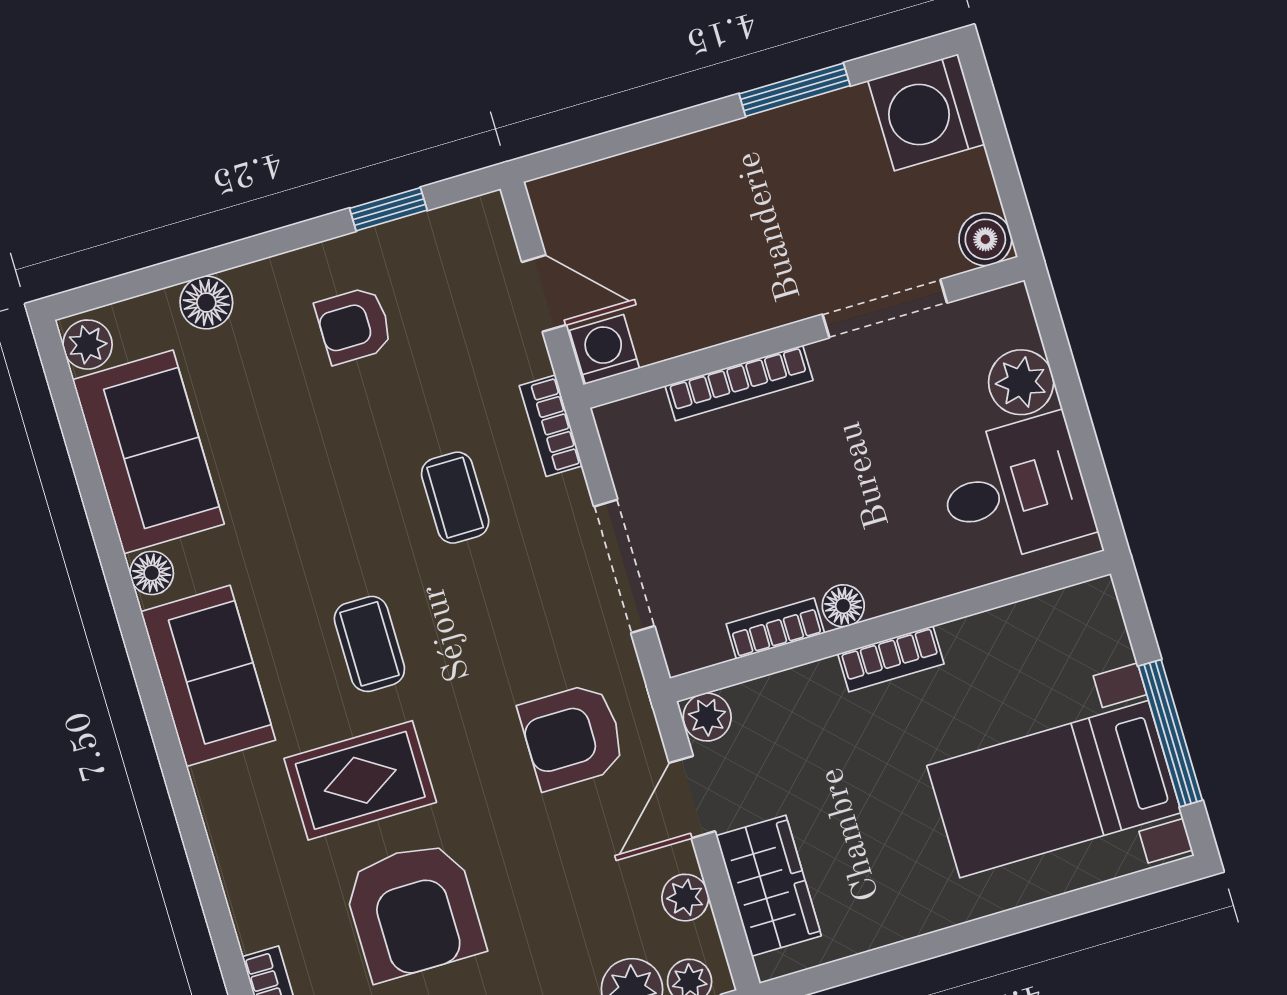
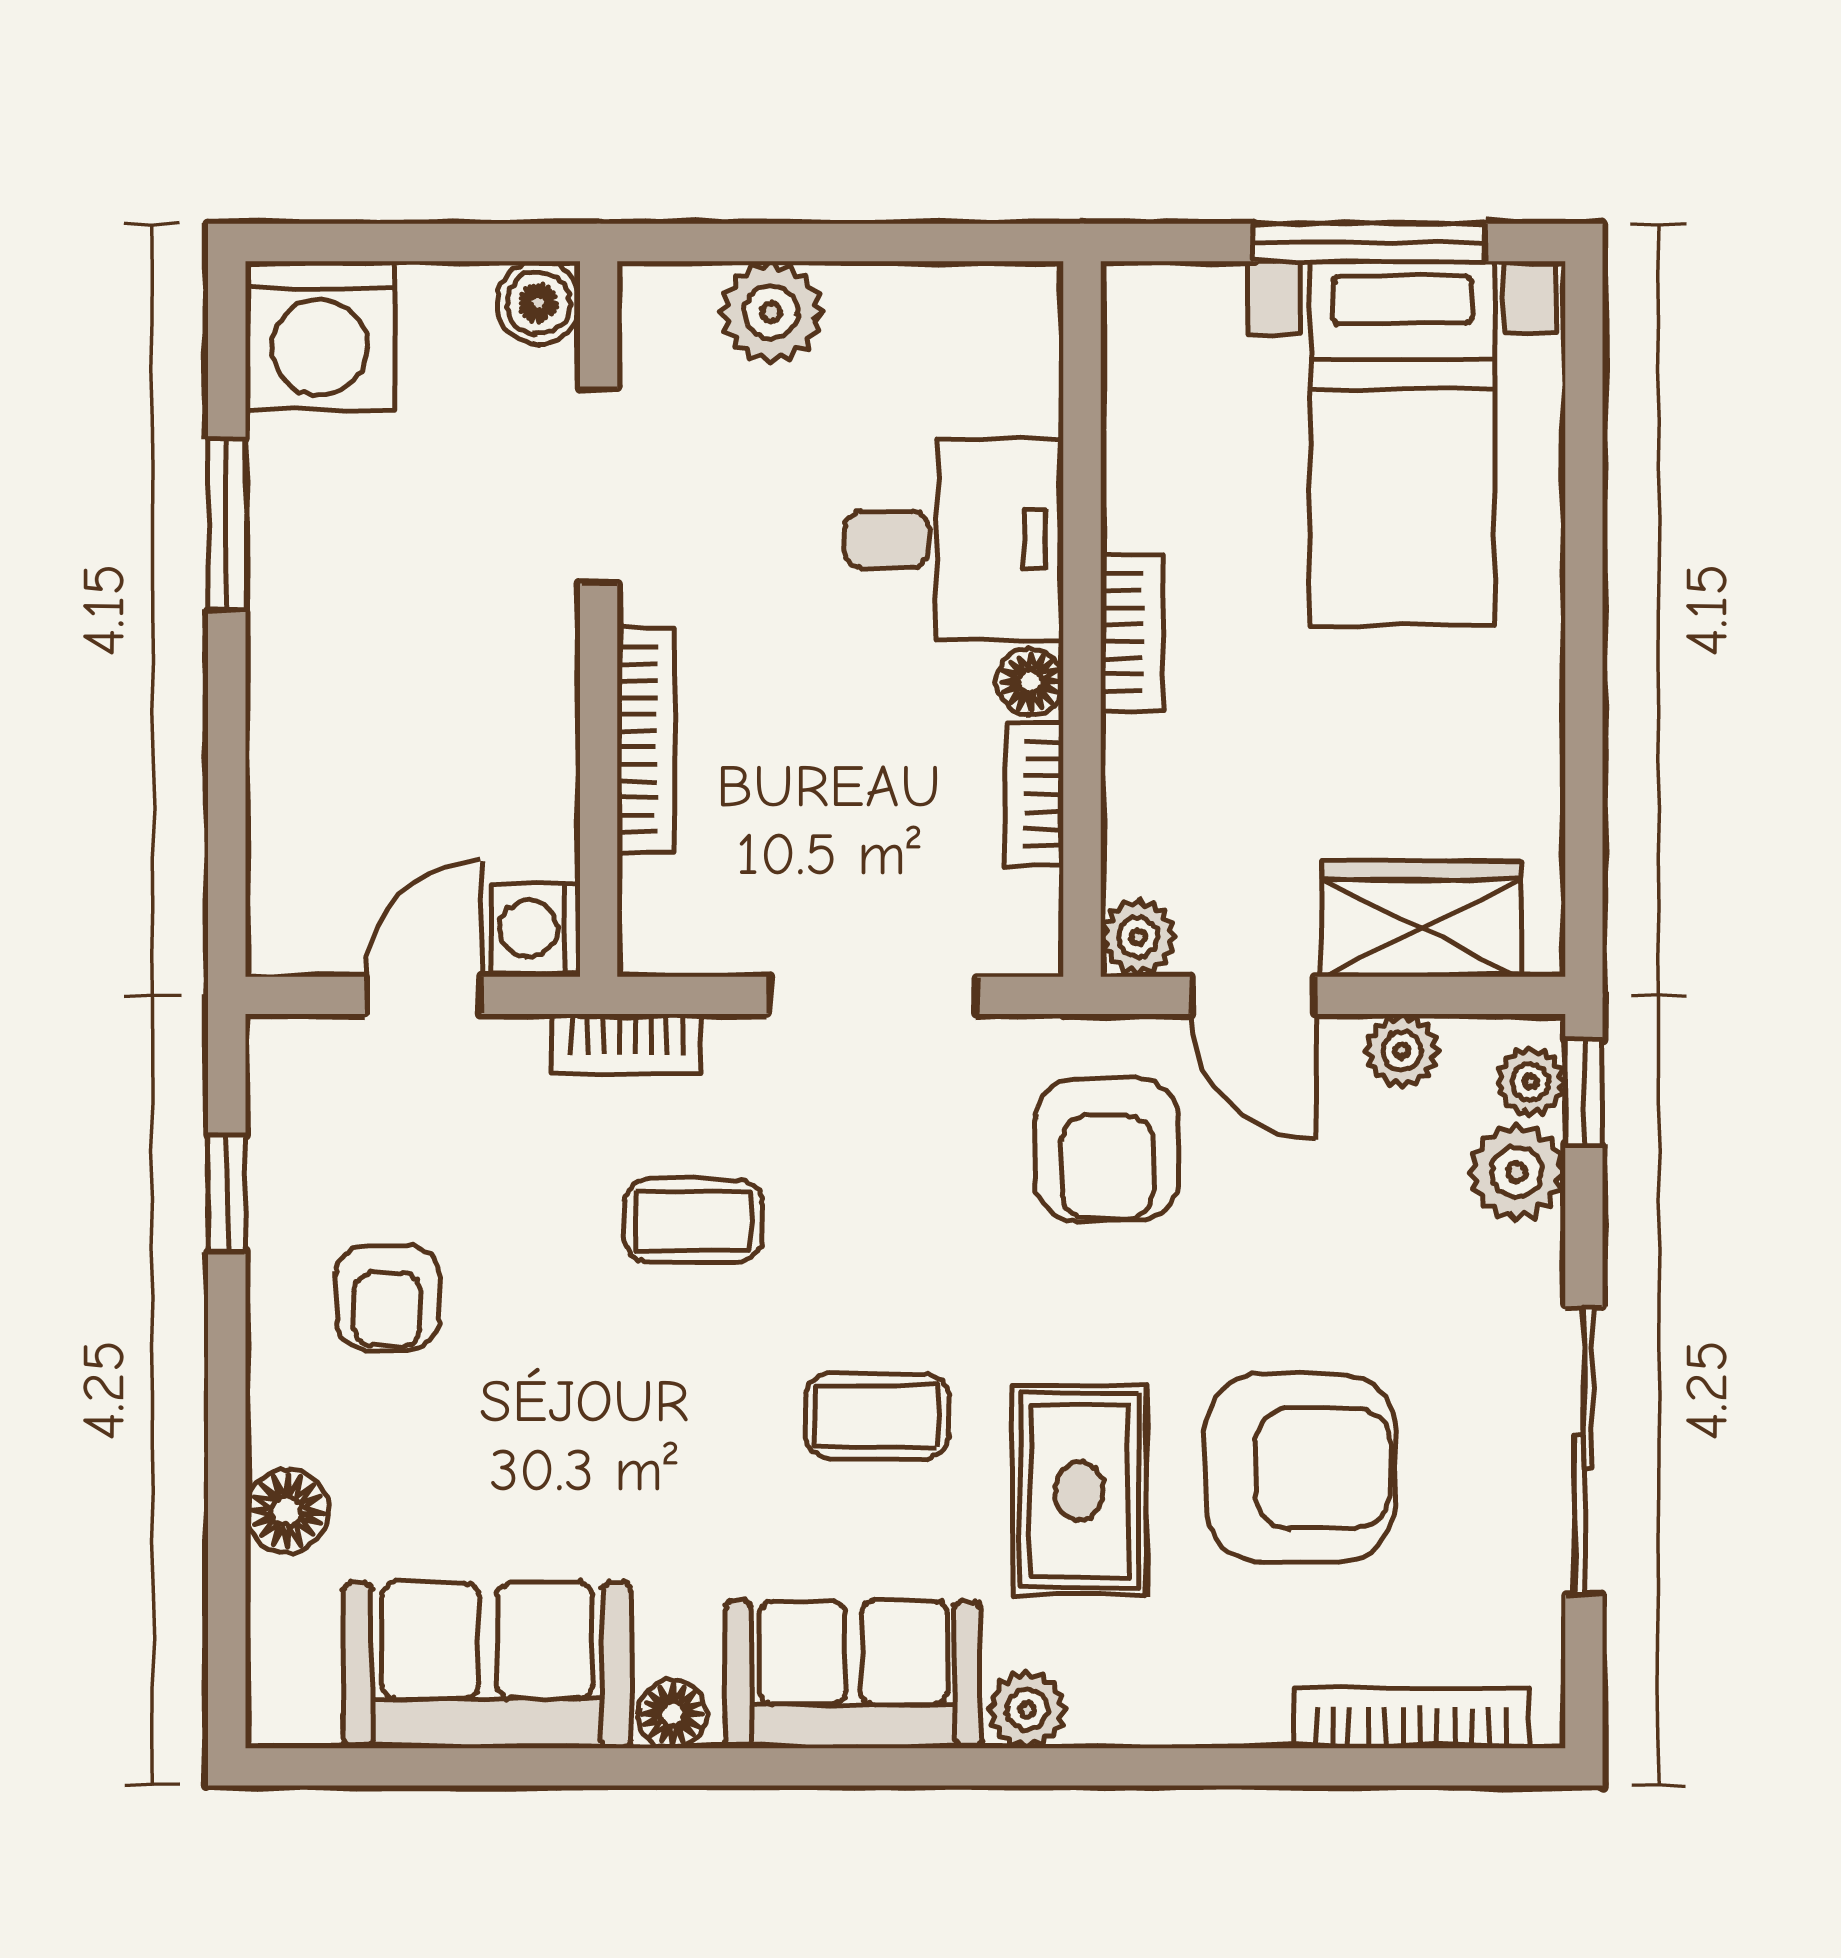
plant: (88, 345) -> (1027, 1710), moved
desk: (1014, 490) -> (954, 540), moved, turned 90

